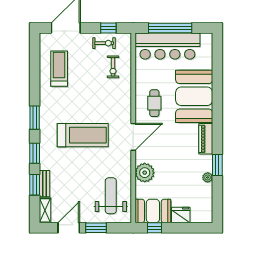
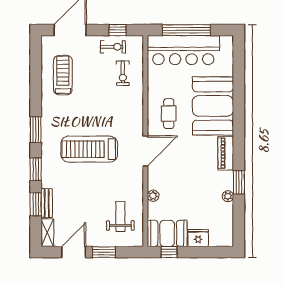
treadmill: (83, 135) -> (89, 149), turned 180
plant: (145, 173) -> (153, 196), width x0.53, depth x0.53
weight bench: (111, 196) -> (120, 216), width x0.73, depth x0.75

